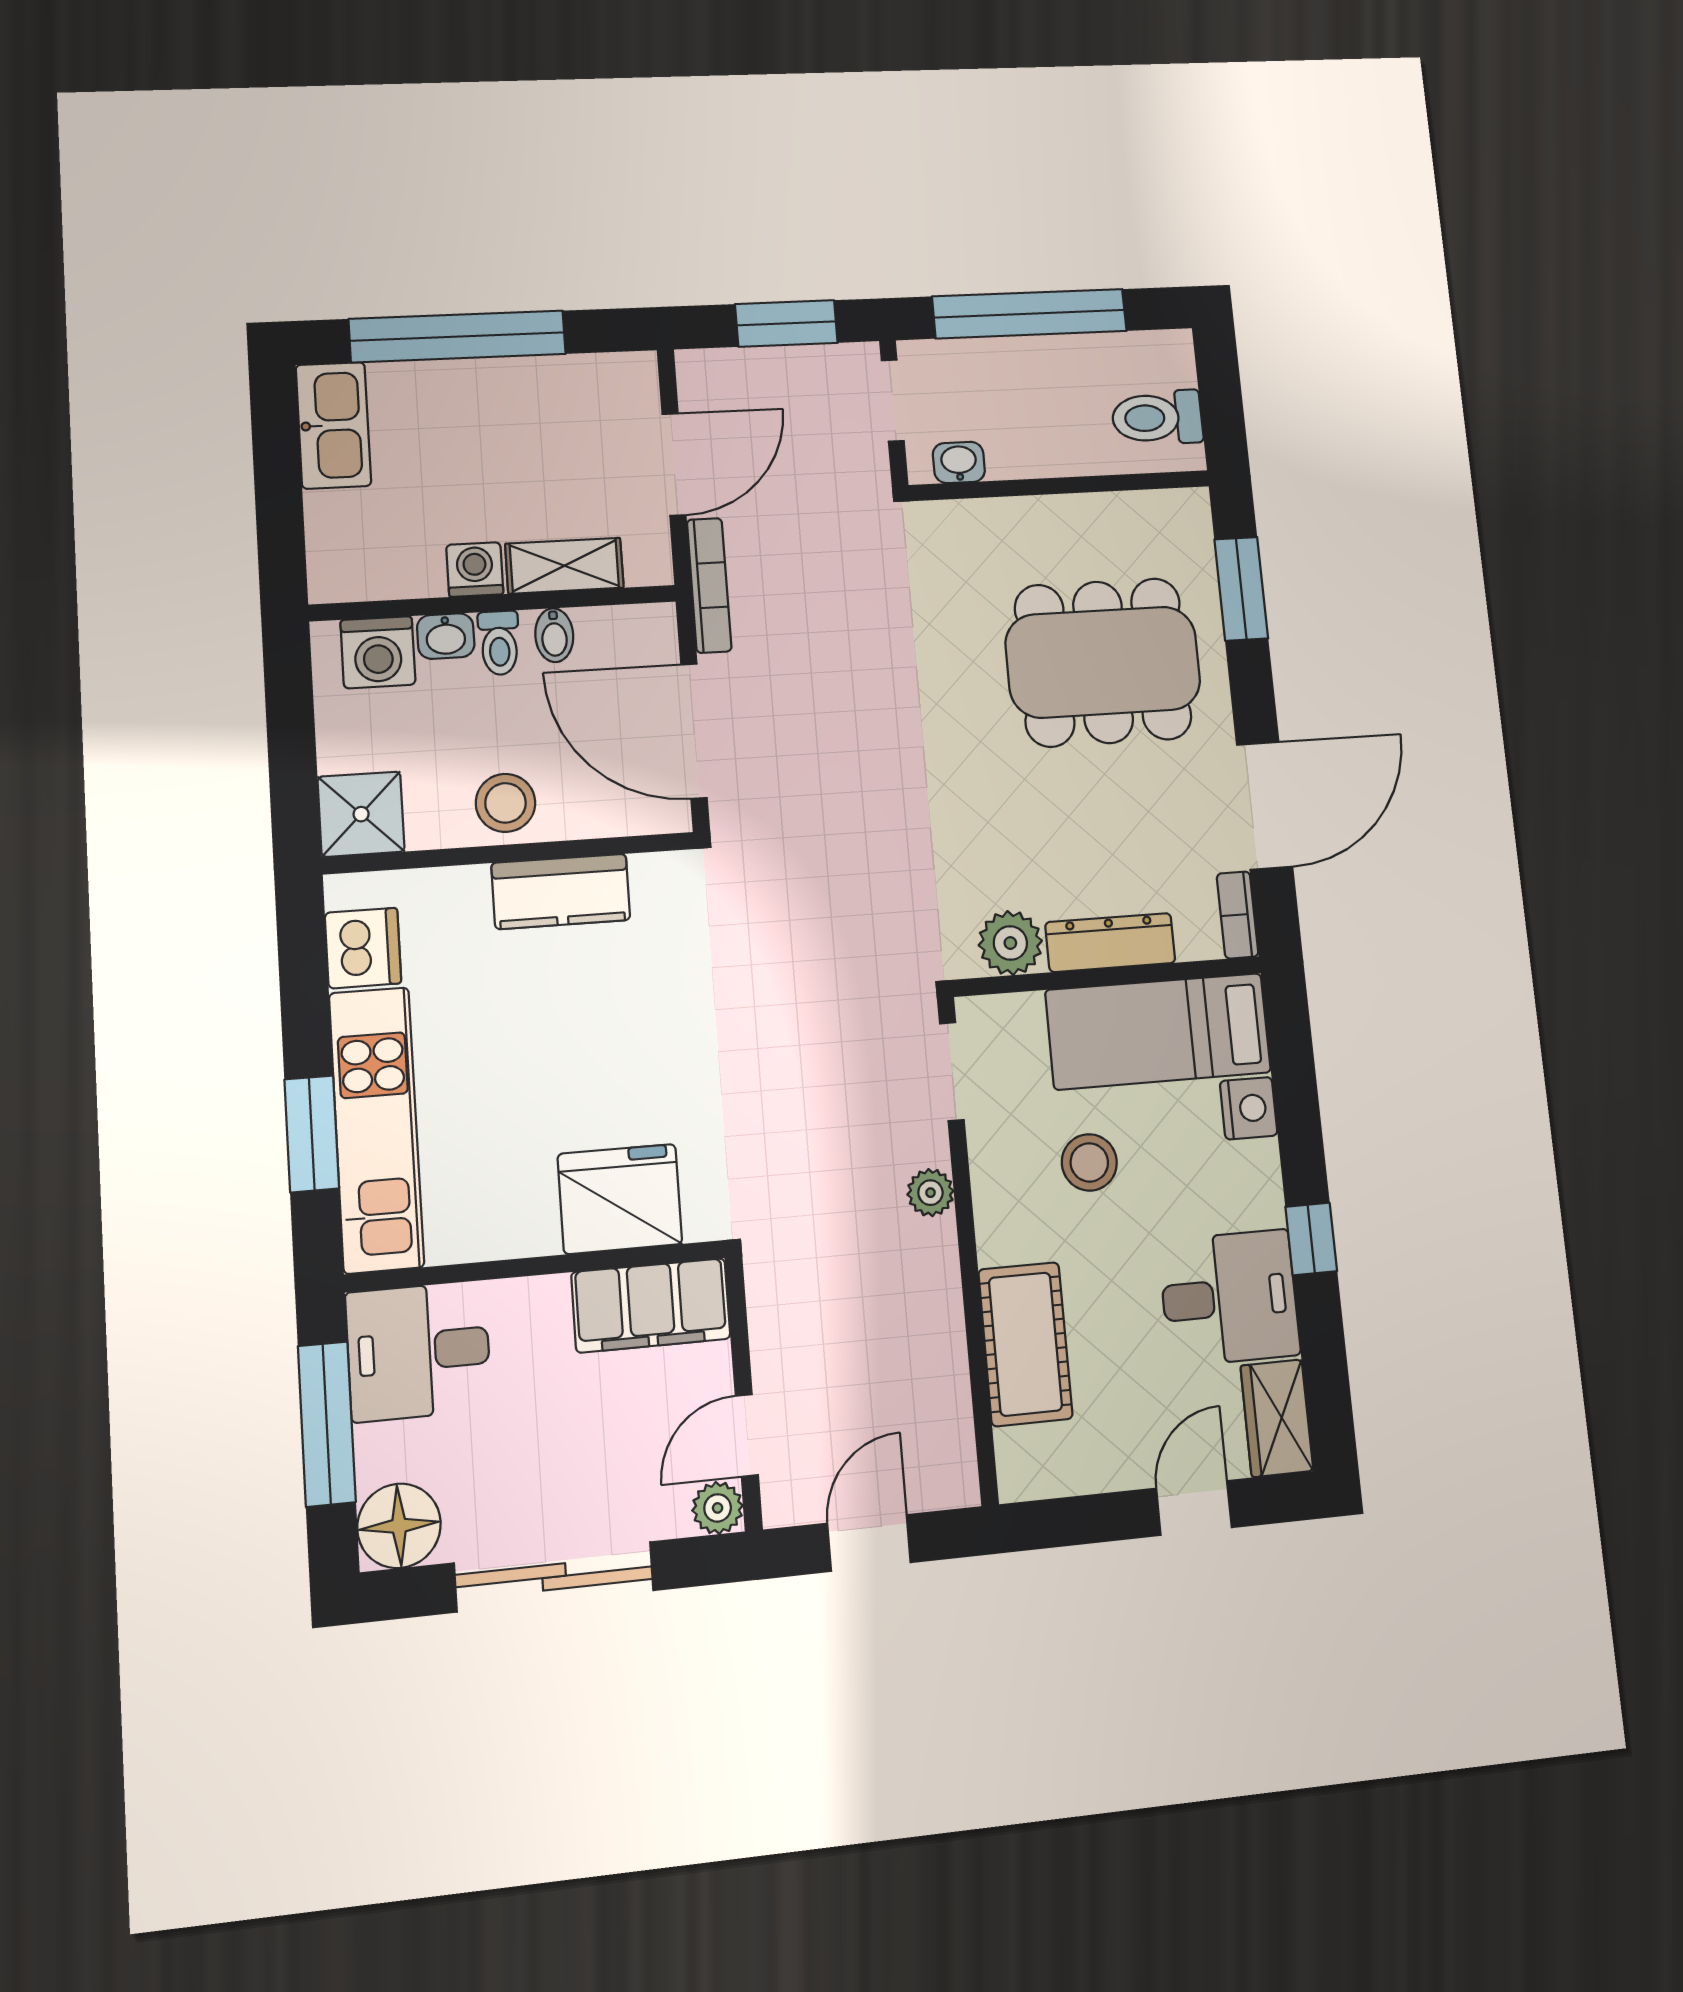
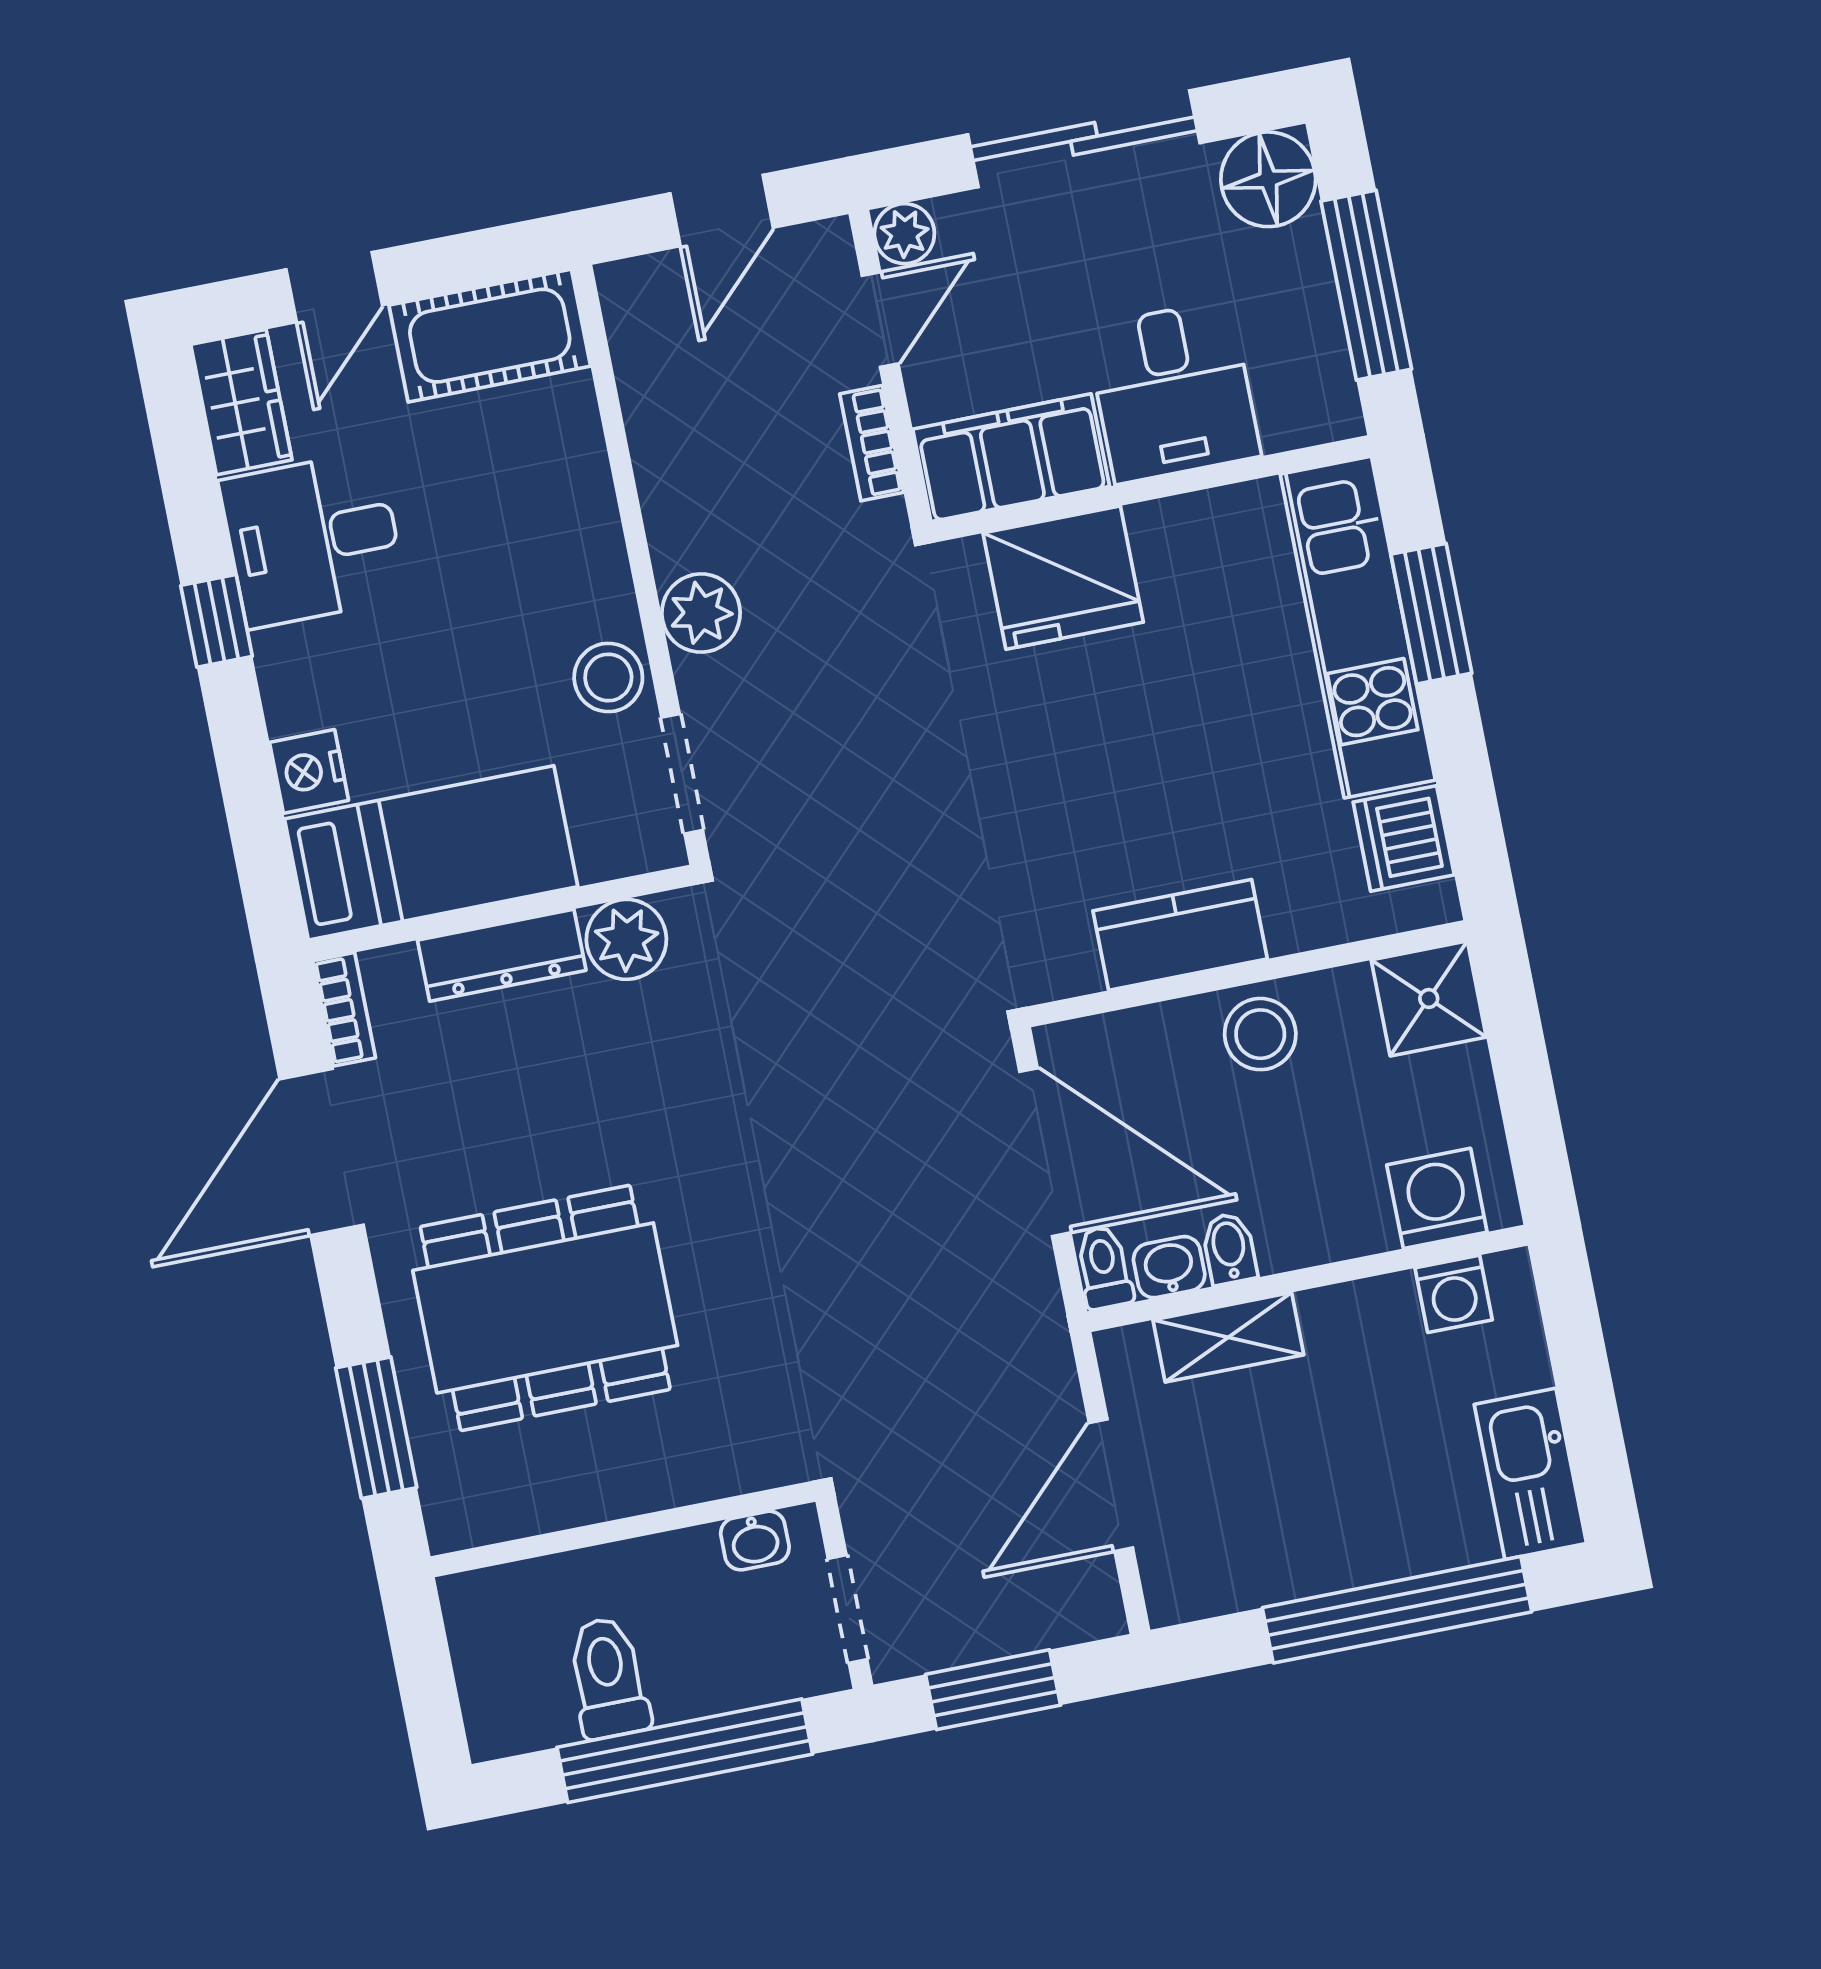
toilet: (1157, 418) -> (608, 1678), moved, turned -90
washing machine: (475, 570) -> (1454, 1294), moved
bookcase: (709, 585) -> (872, 443), moved, width x0.64
washbasin: (446, 636) -> (1169, 1267), moved
toilet: (499, 643) -> (1104, 1267), moved
stool: (1089, 1162) -> (608, 677), moved
plant: (930, 1193) -> (701, 613), width x1.38, depth x1.38
cot: (1025, 1344) -> (490, 336), moved, turned 90
desk: (419, 1351) -> (1173, 392), moved, turned 90

